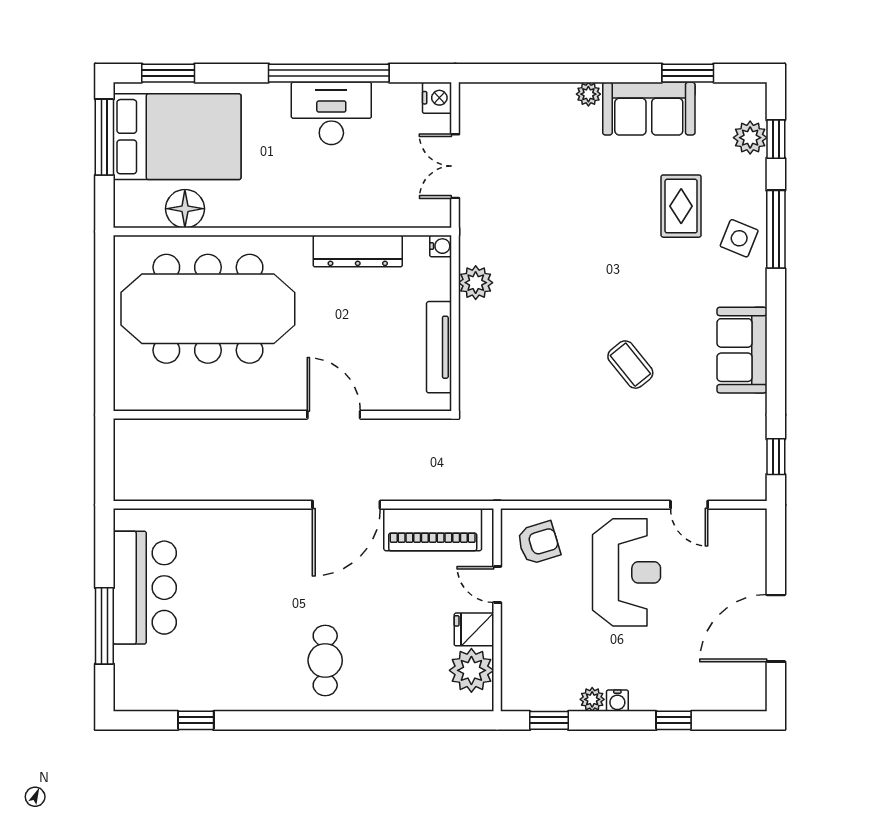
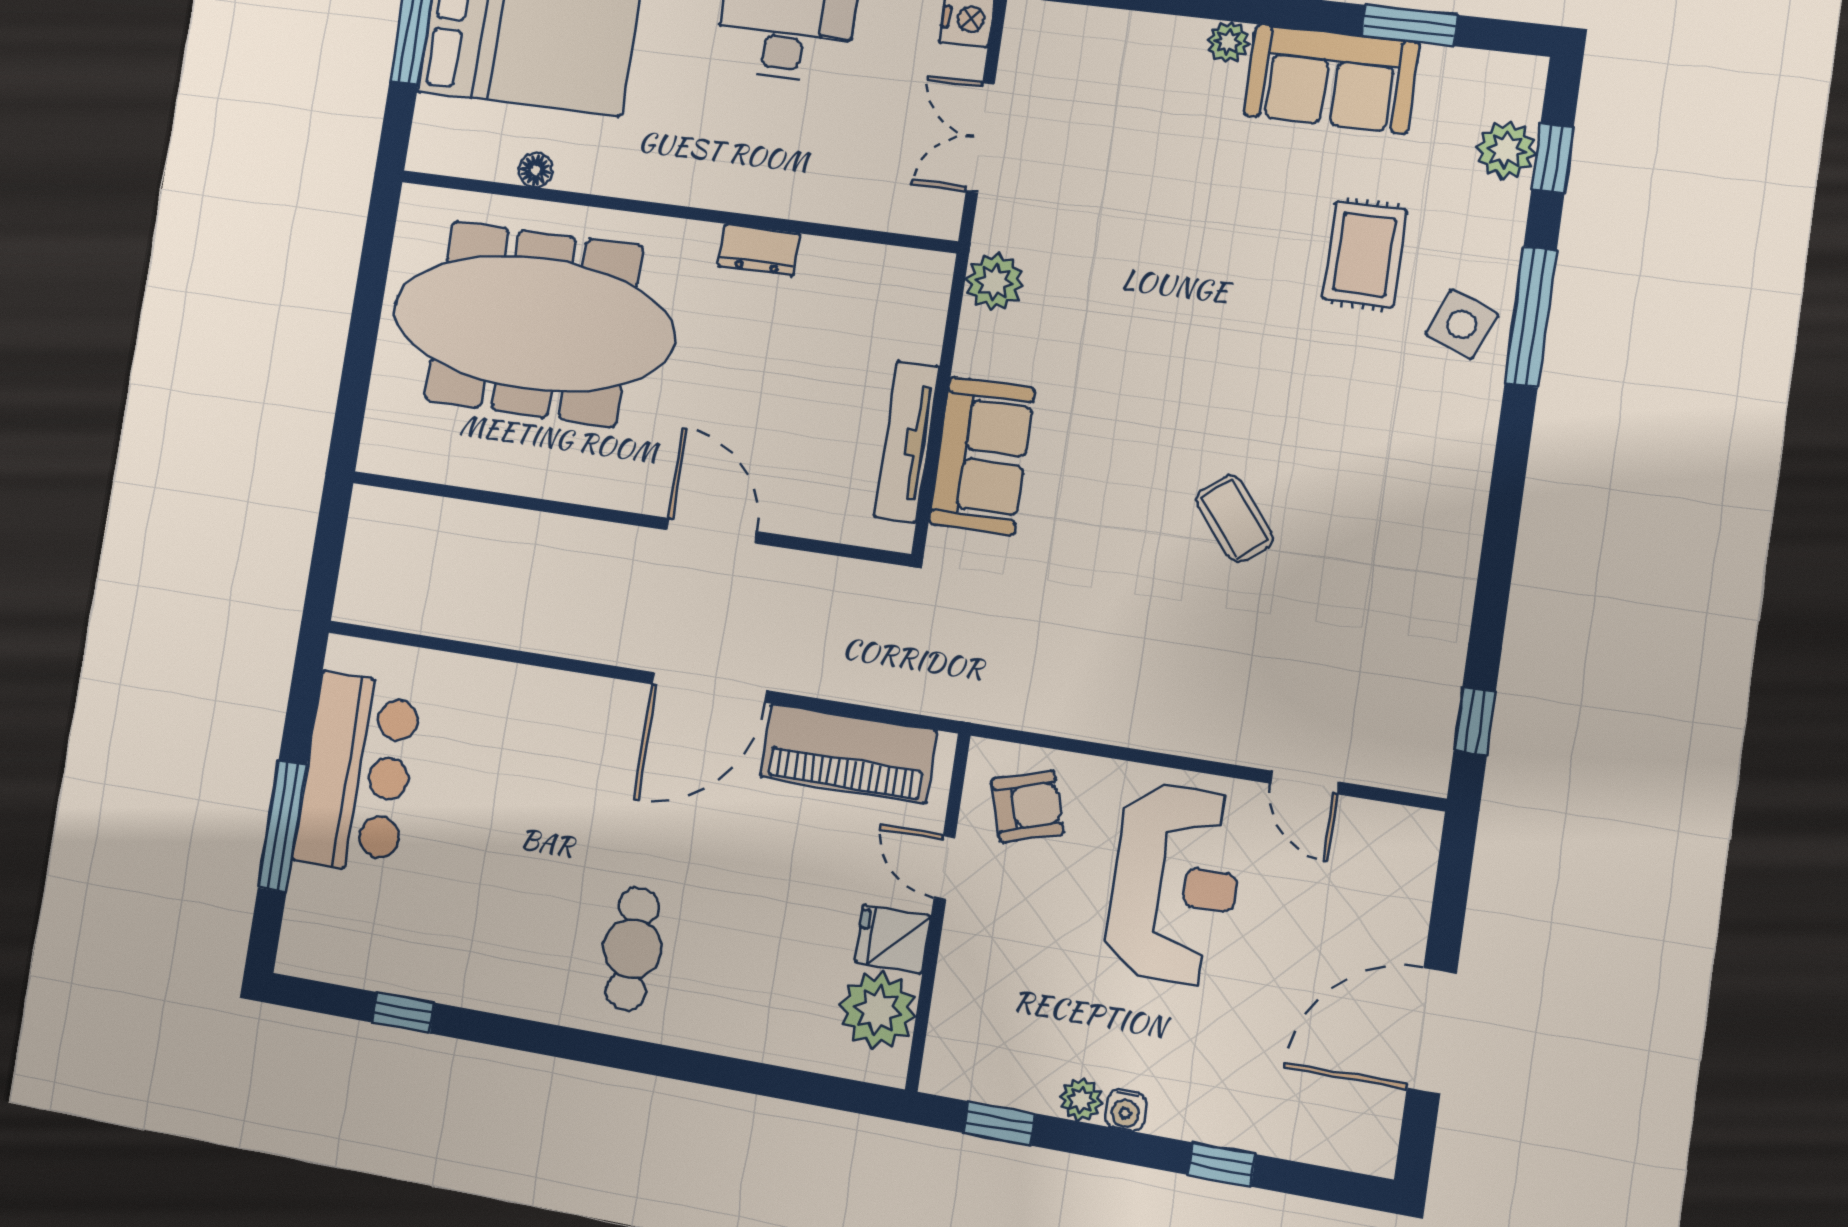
floor lamp: (185, 209) -> (535, 170), width x0.53, depth x0.53
water cooler: (441, 246) -> (935, 270), removed
dresser: (358, 251) -> (759, 250), width x0.51, depth x0.80
plant: (476, 283) -> (994, 282), moved
sofa: (742, 350) -> (982, 456), moved, turned 180

